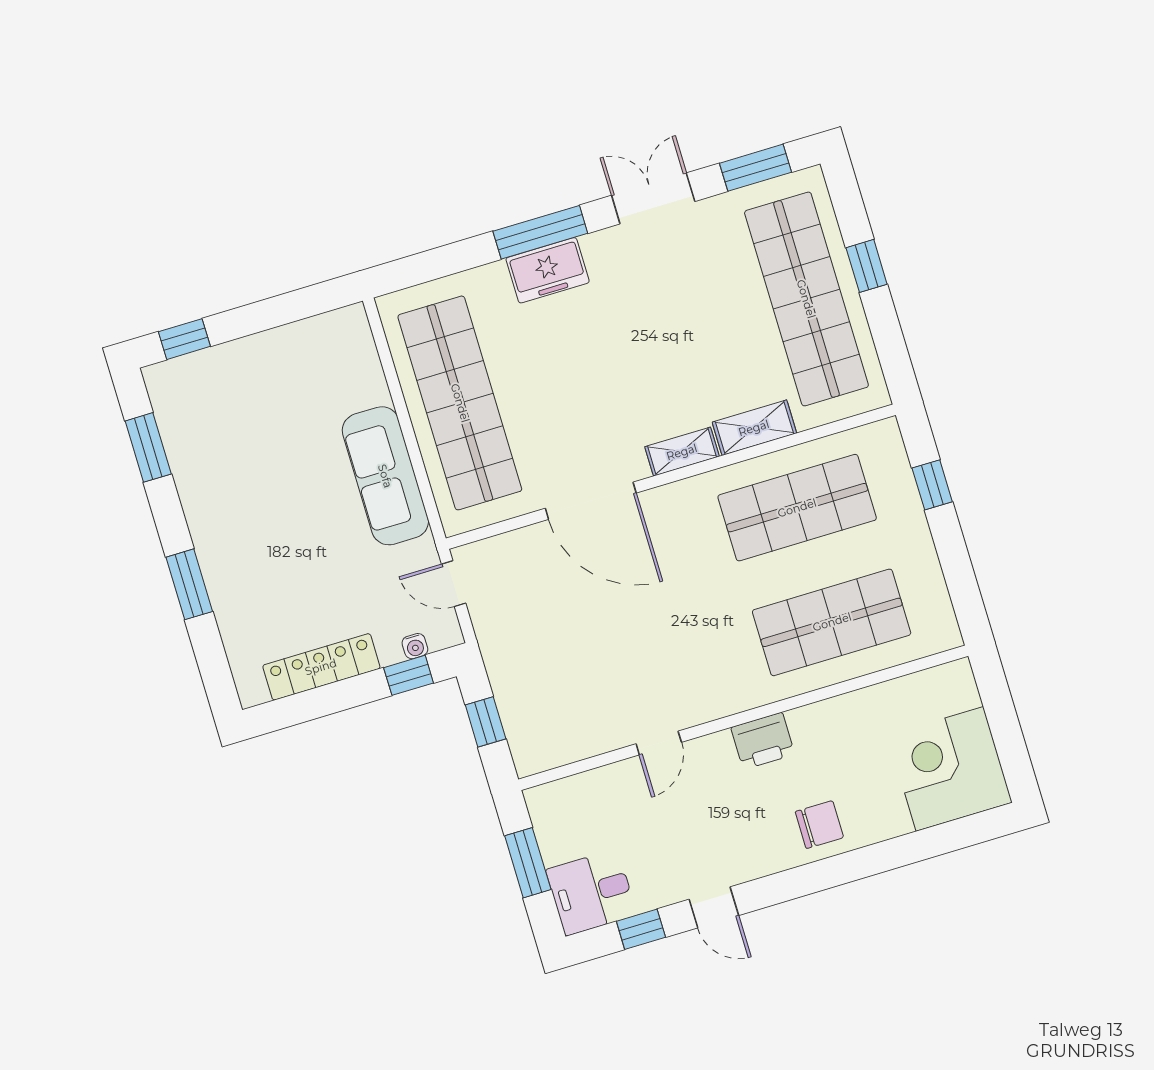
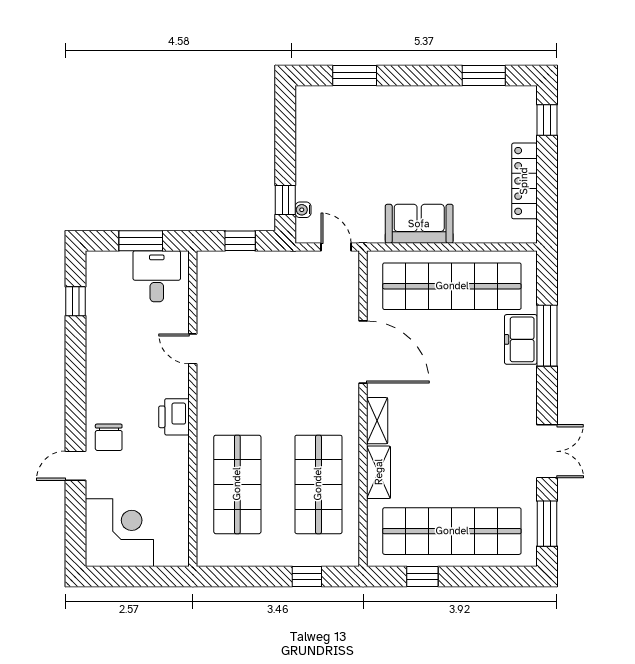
window: (540, 232) -> (547, 336), moved
window: (867, 266) -> (422, 576), moved
freezer: (548, 270) -> (521, 339), moved
sofa: (385, 476) -> (419, 224), width x0.73
door: (591, 501) -> (363, 352), swing flipped
window: (189, 584) -> (355, 75), moved
door: (454, 584) -> (336, 247), hinge flipped
locker: (321, 667) -> (524, 181), moved, turned 180
desk: (591, 892) -> (157, 276), moved
door: (714, 907) -> (76, 466), moved

